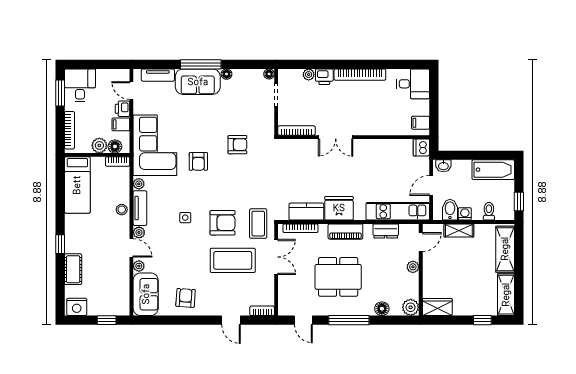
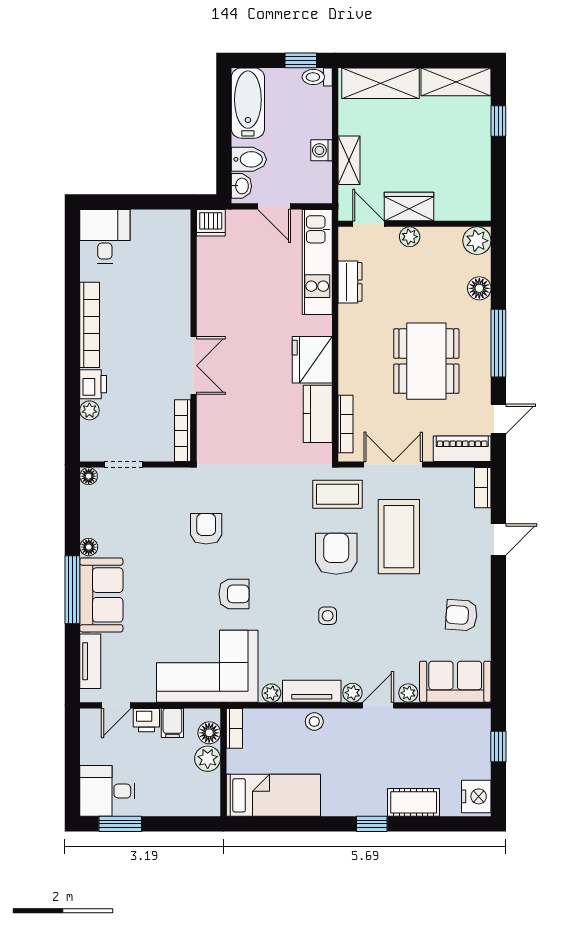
filing cabinet: (421, 123) -> (170, 224), removed
bookcase: (69, 130) -> (182, 808), removed
bidet: (450, 210) -> (249, 159), moved, turned 180
toilet: (489, 211) -> (317, 77), moved
piano: (345, 232) -> (462, 449), moved, turned -90
wardrobe: (437, 307) -> (409, 206), moved, turned 90

